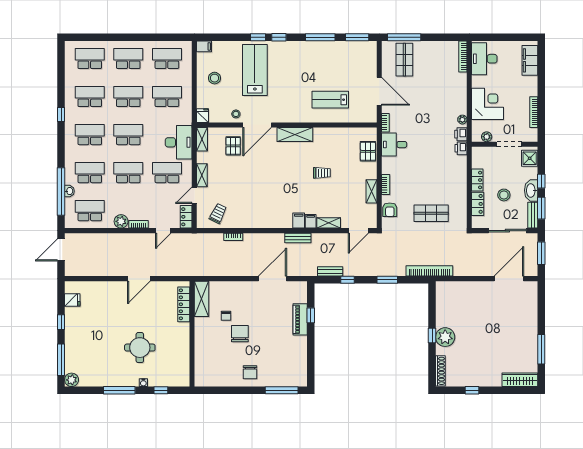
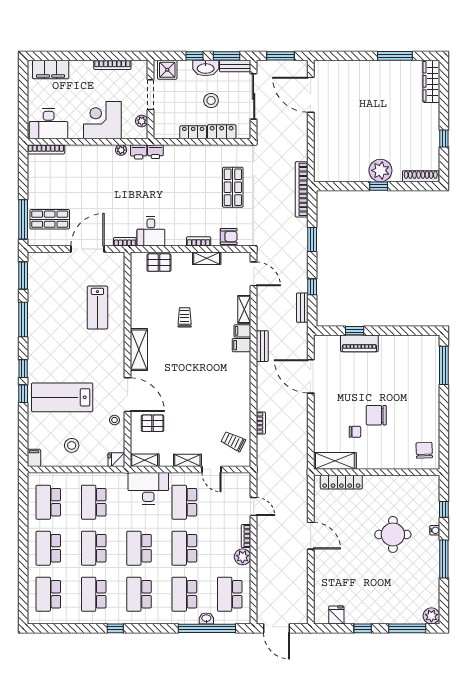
locker: (186, 217) -> (237, 479), removed
chair: (250, 372) -> (424, 450), moved, turned -92

